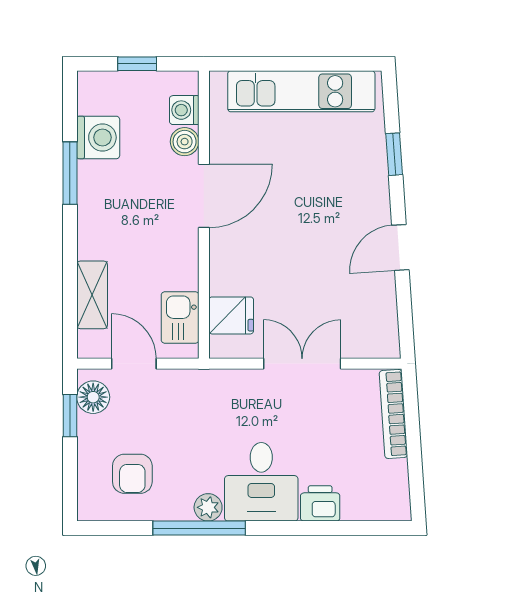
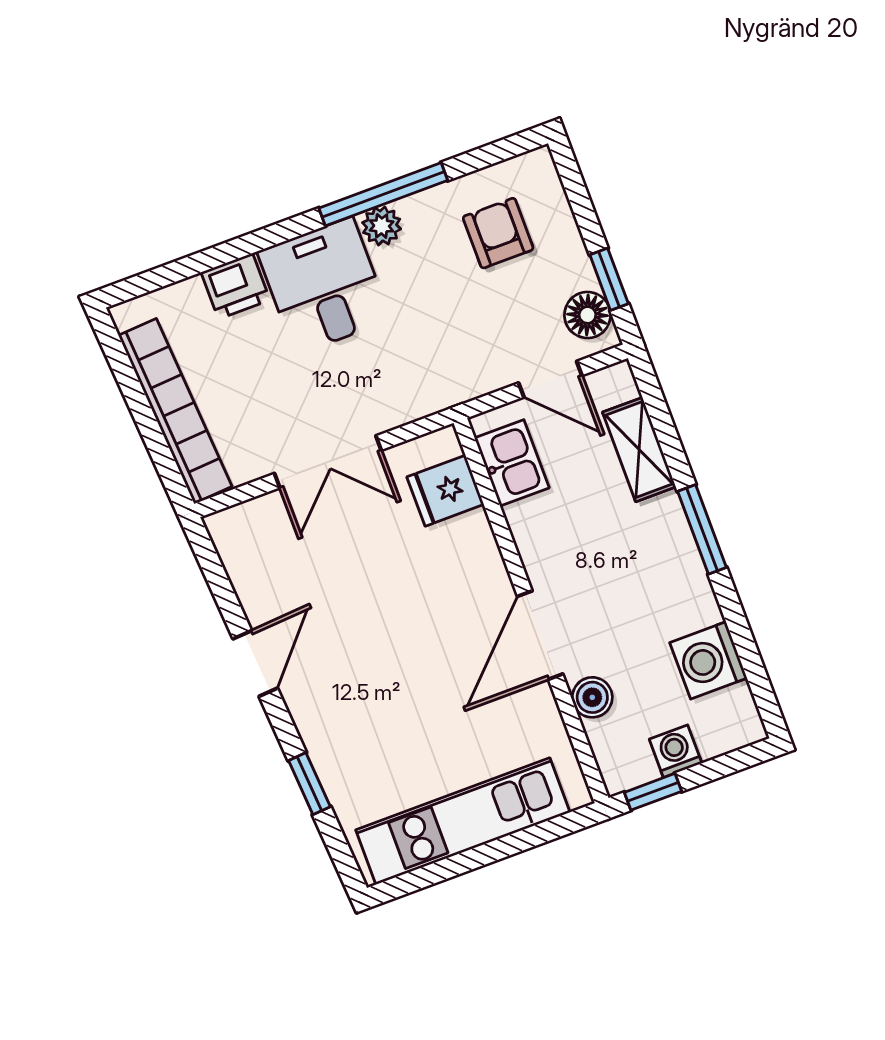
window: (137, 64) -> (653, 792), moved
washing machine: (184, 110) -> (676, 751), moved, turned -90
window: (70, 173) -> (702, 529), moved
bookcase: (393, 414) -> (175, 411), width x1.48, depth x1.31

